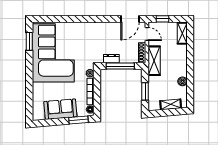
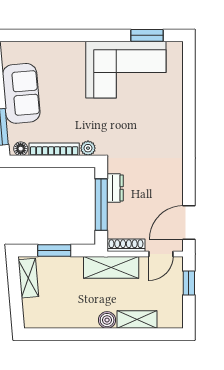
door: (130, 19) -> (189, 223), hinge flipped
shelving: (182, 33) -> (137, 320), moved
corner sofa: (53, 53) -> (126, 70), width x0.73, depth x0.74
boiler: (182, 81) -> (107, 320), moved
shelving: (171, 104) -> (28, 278), moved

